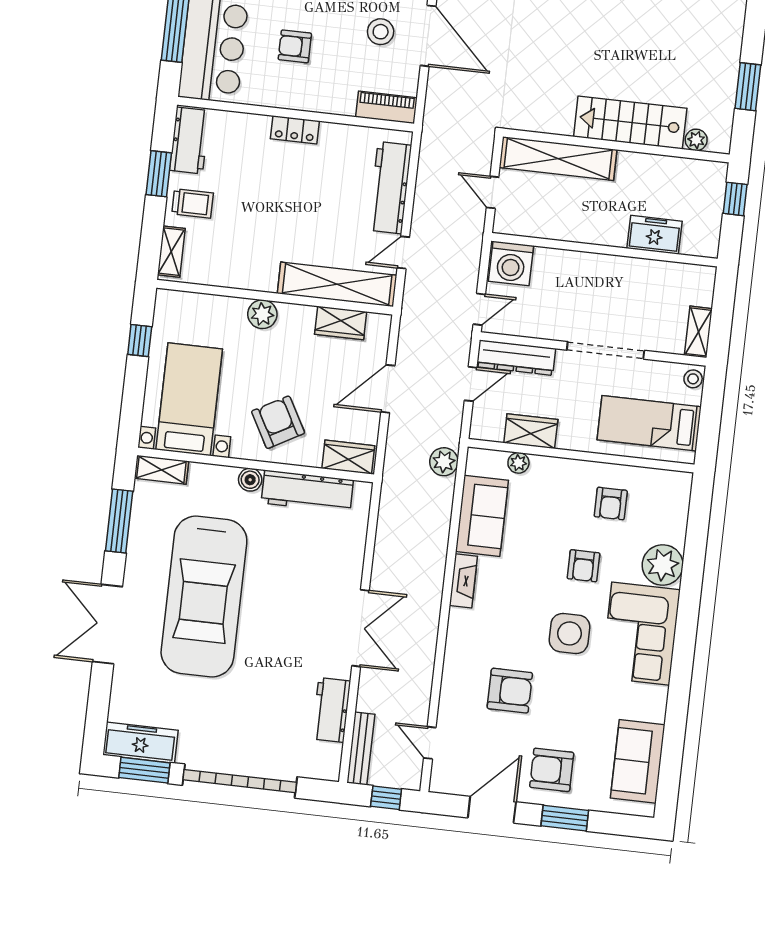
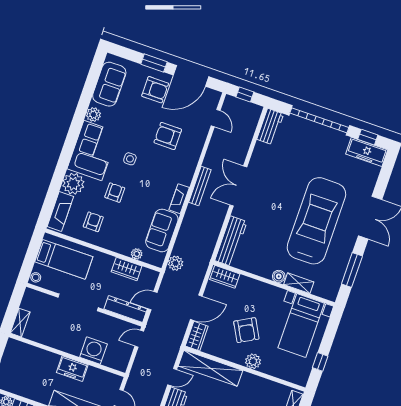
freezer: (655, 235) -> (72, 369), moved
washing machine: (511, 263) -> (93, 351), moved
wardrobe: (341, 323) -> (197, 336), moved, turned 90
shelving: (698, 332) -> (20, 323), moved
armchair: (278, 422) -> (246, 330), moved
shelving: (161, 470) -> (299, 283), moved
workbench: (307, 492) -> (231, 241), moved, turned 90
fireplace: (675, 509) -> (60, 211), added
side table: (569, 633) -> (130, 159), width x0.54, depth x0.54
plant: (654, 699) -> (93, 115), added
workbench: (331, 710) -> (270, 127), moved
bench: (361, 749) -> (200, 186), moved
window: (144, 770) -> (368, 137), width x0.67
door: (492, 810) -> (191, 76), width x1.36

